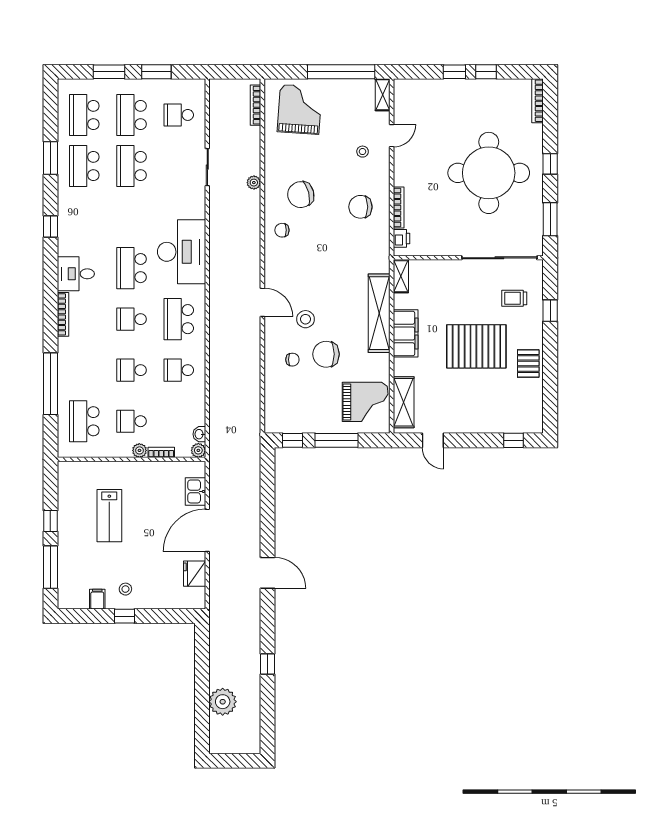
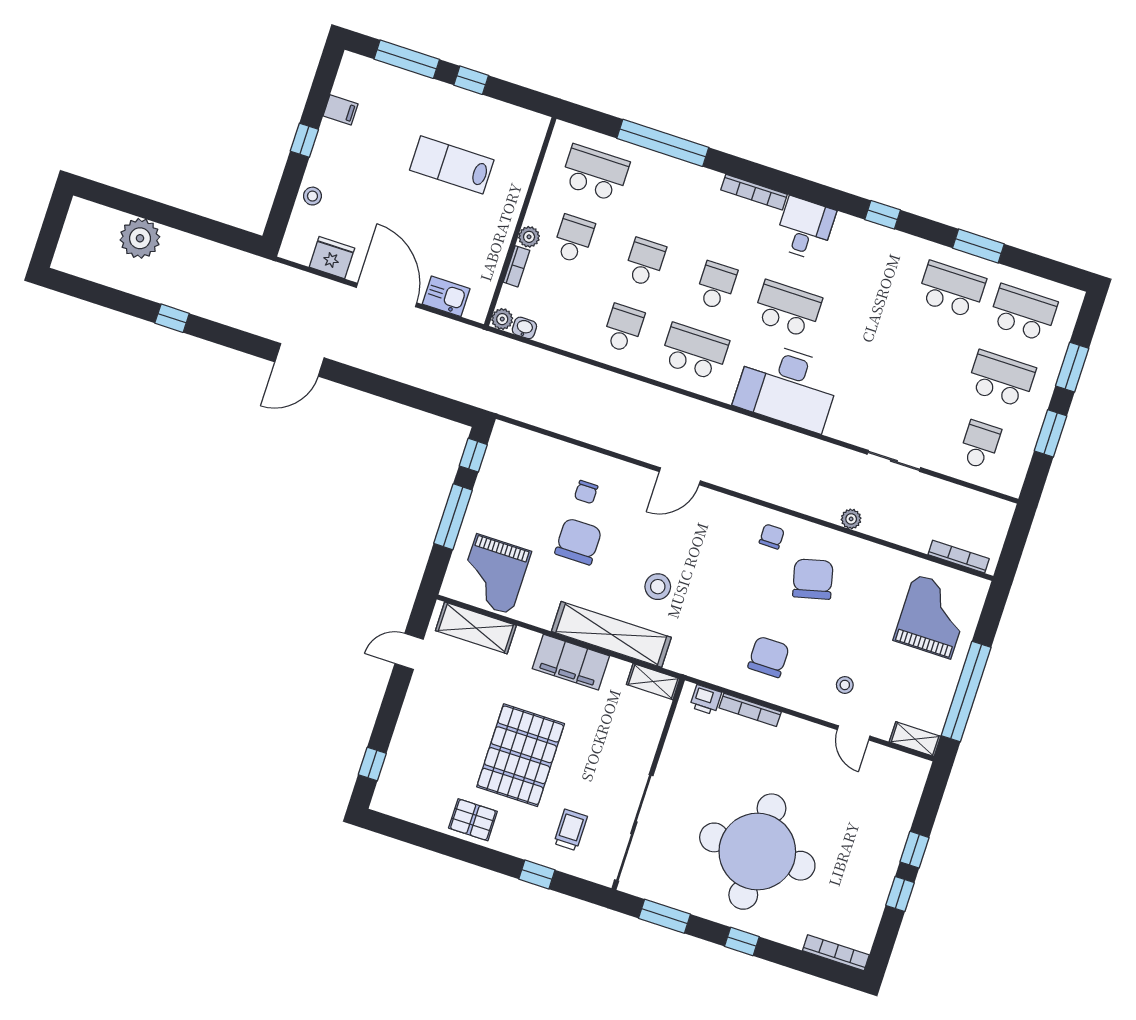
grand piano: (300, 109) -> (933, 616), turned -94
school desk: (131, 166) -> (930, 356), removed
stool: (305, 319) -> (658, 587), moved
stool: (125, 589) -> (312, 196), moved

